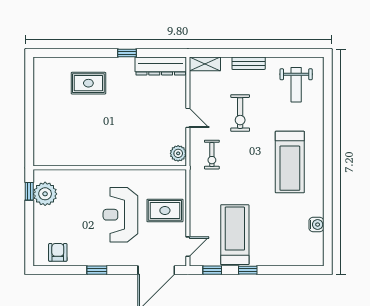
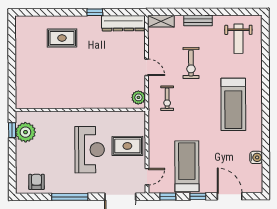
reception desk: (120, 215) -> (90, 150), turned 180
window: (97, 270) -> (70, 197), width x2.17
door: (285, 270) -> (230, 196), added

